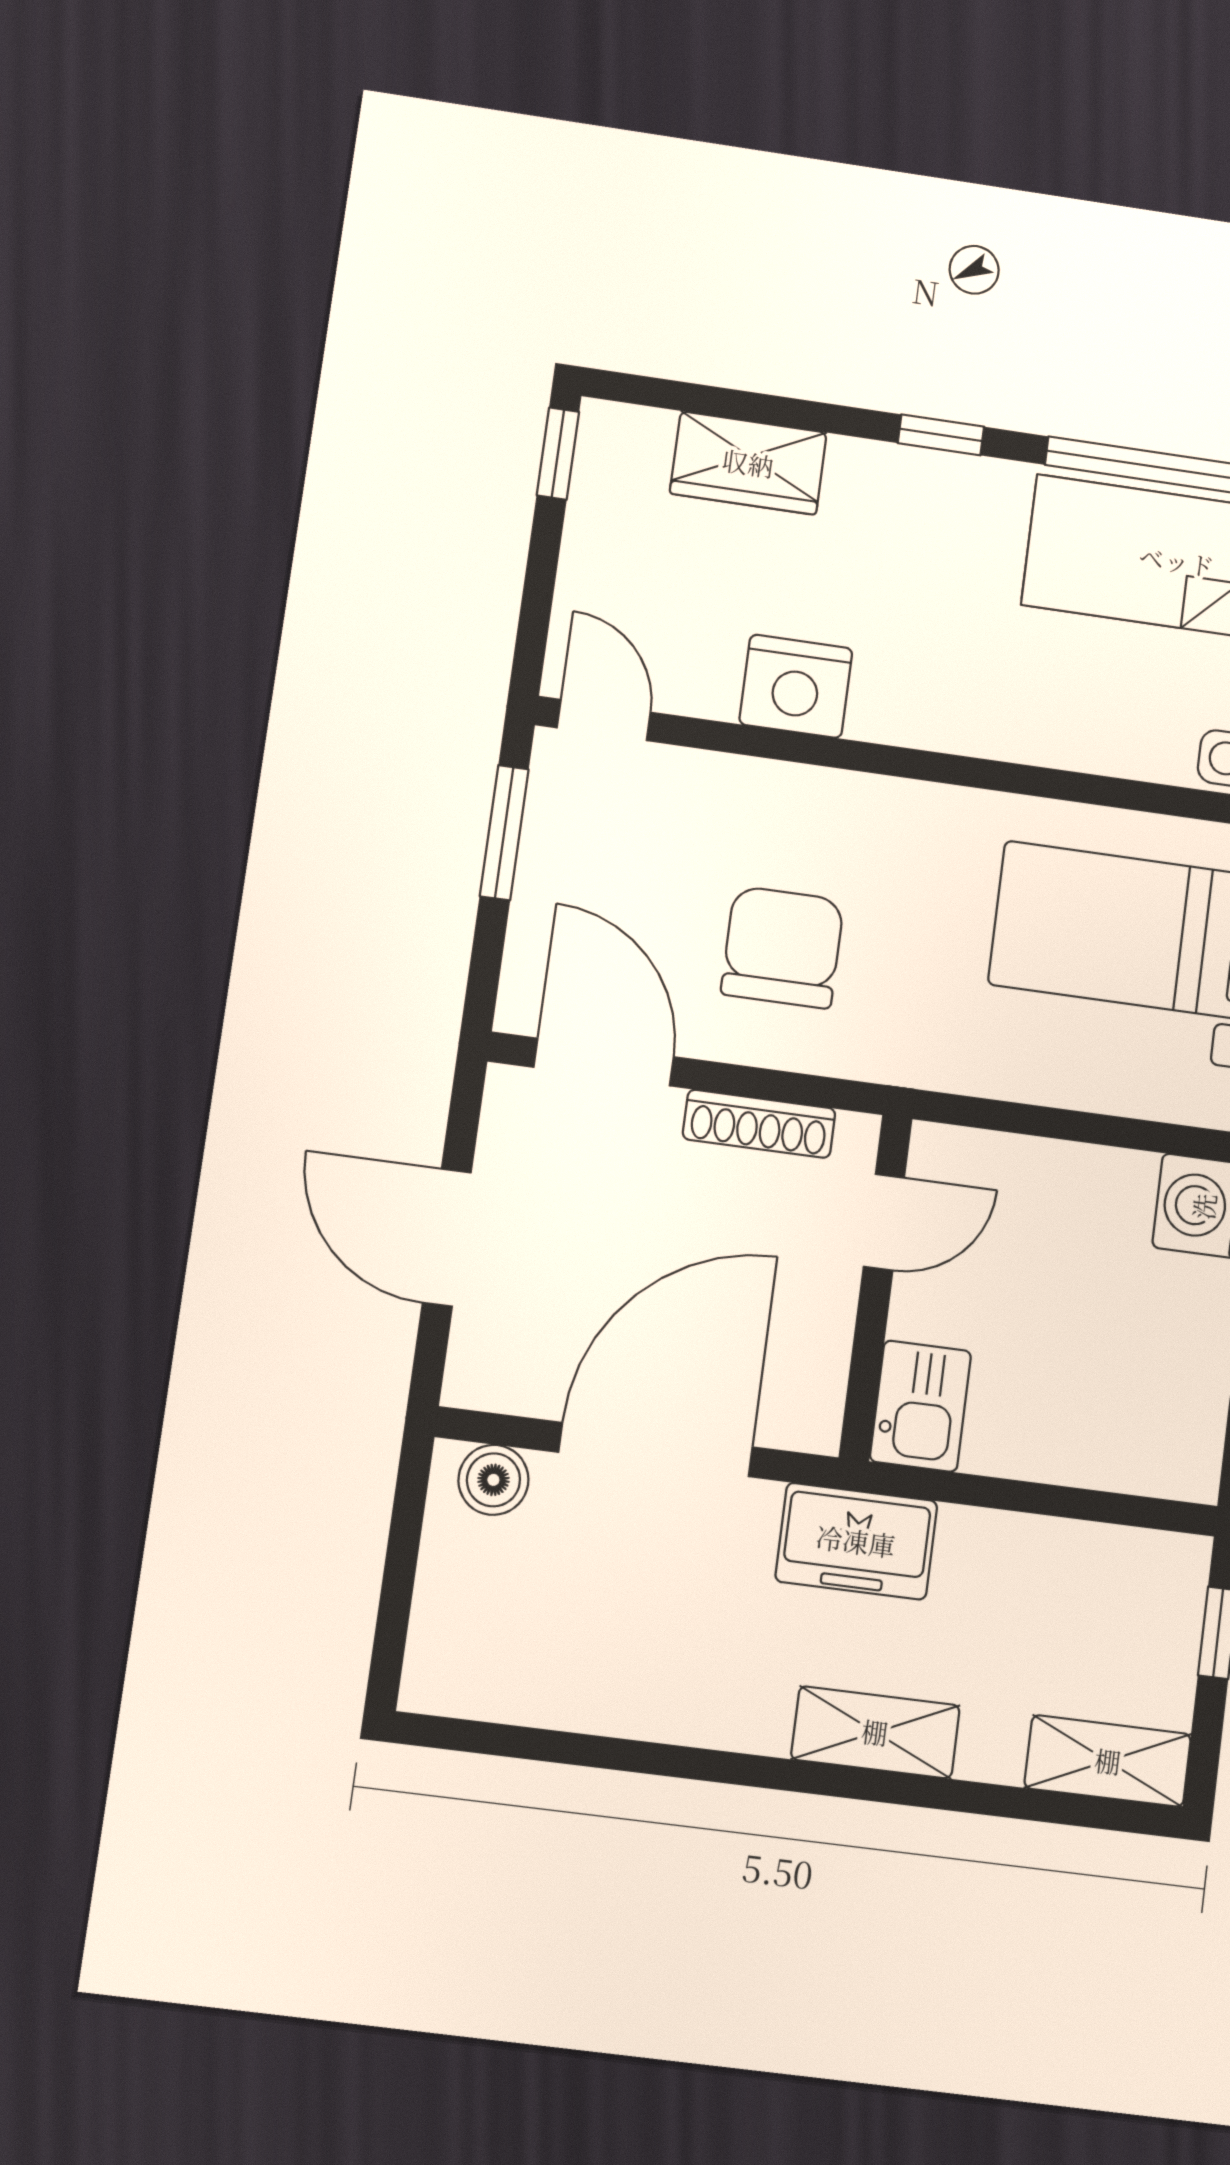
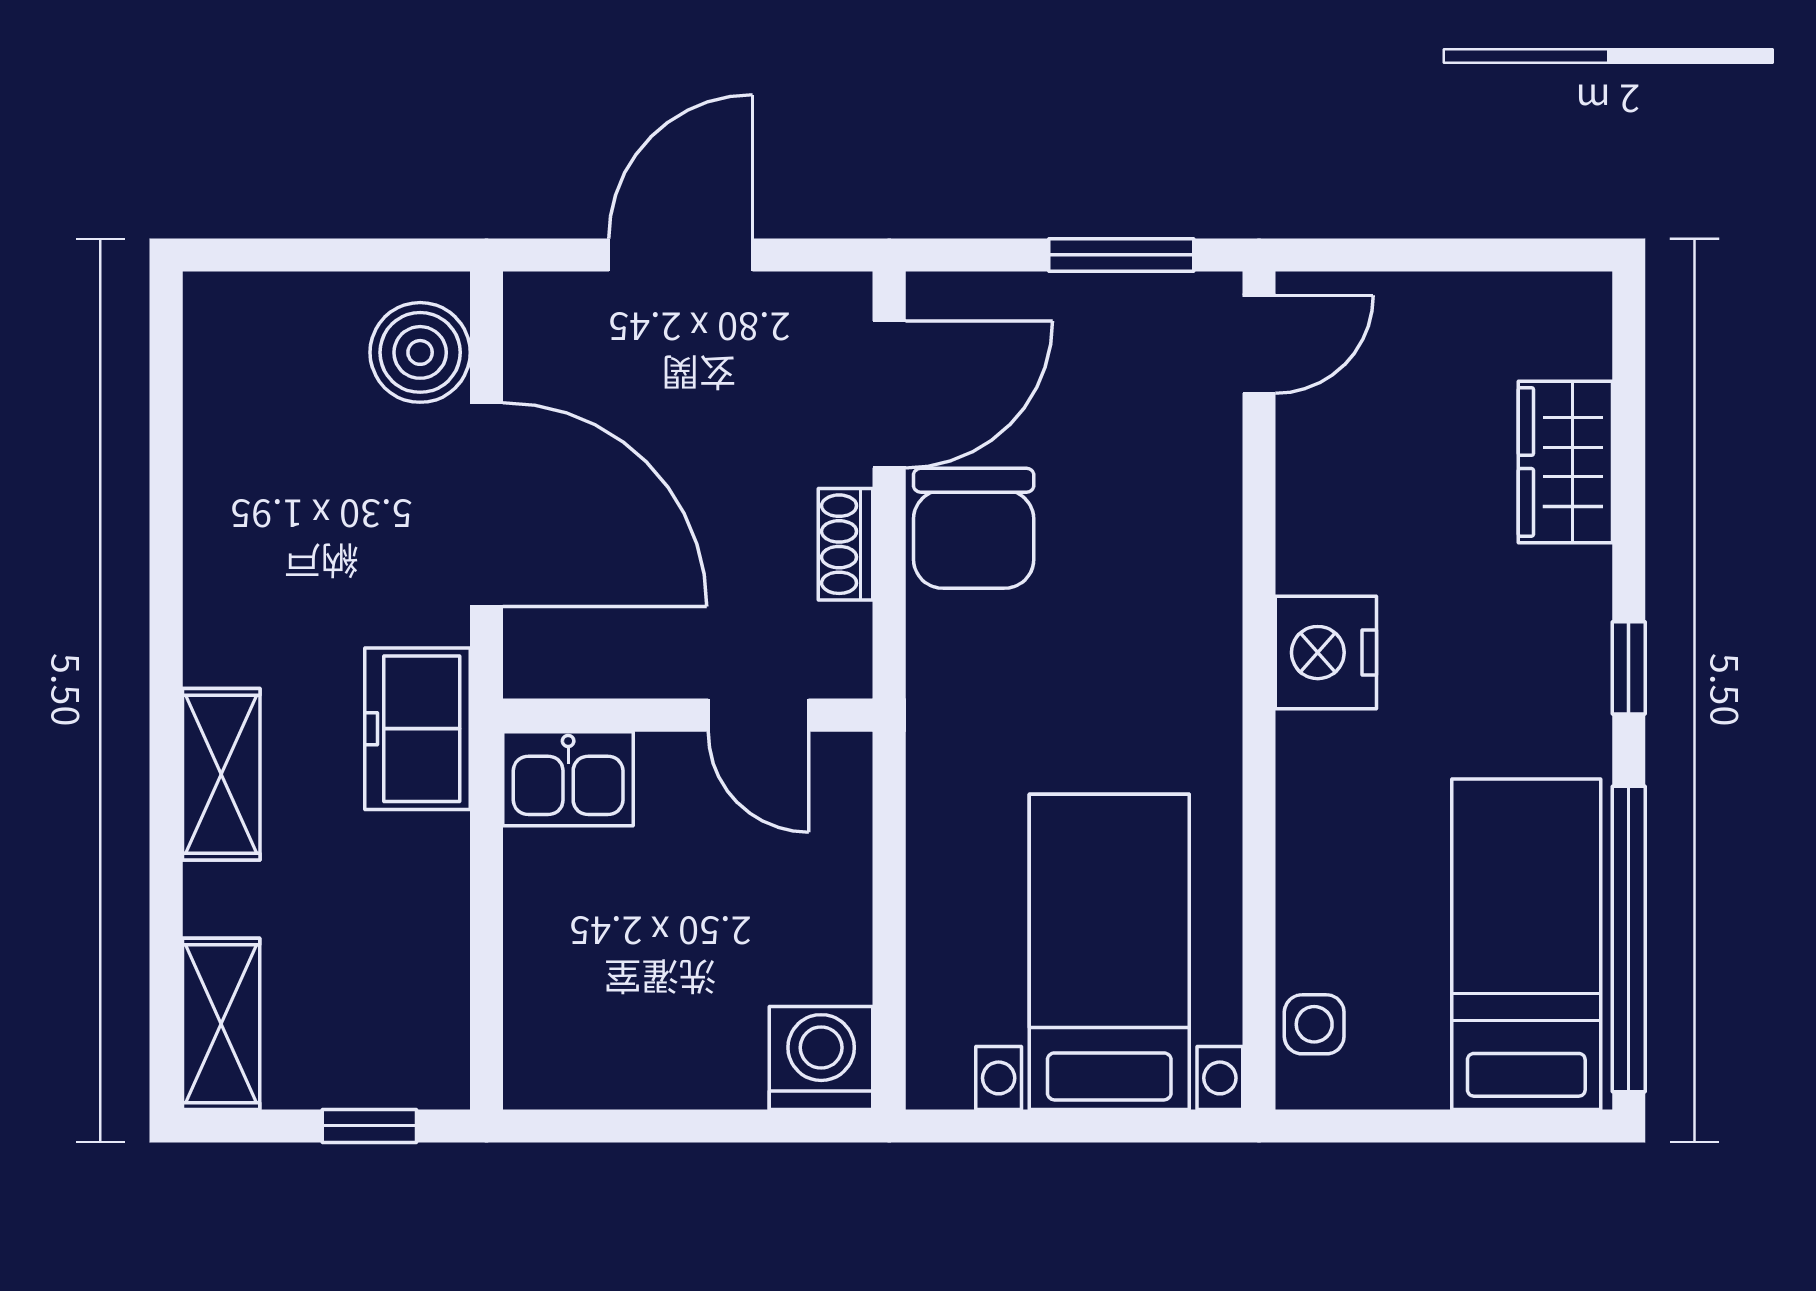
window: (558, 454) -> (1545, 255), removed
nightstand: (796, 686) -> (1326, 653), moved
chair: (782, 947) -> (974, 528), moved, turned 90
shoe rack: (759, 1124) -> (846, 544), width x0.70
boiler: (493, 1480) -> (420, 352), width x1.36, depth x1.36

